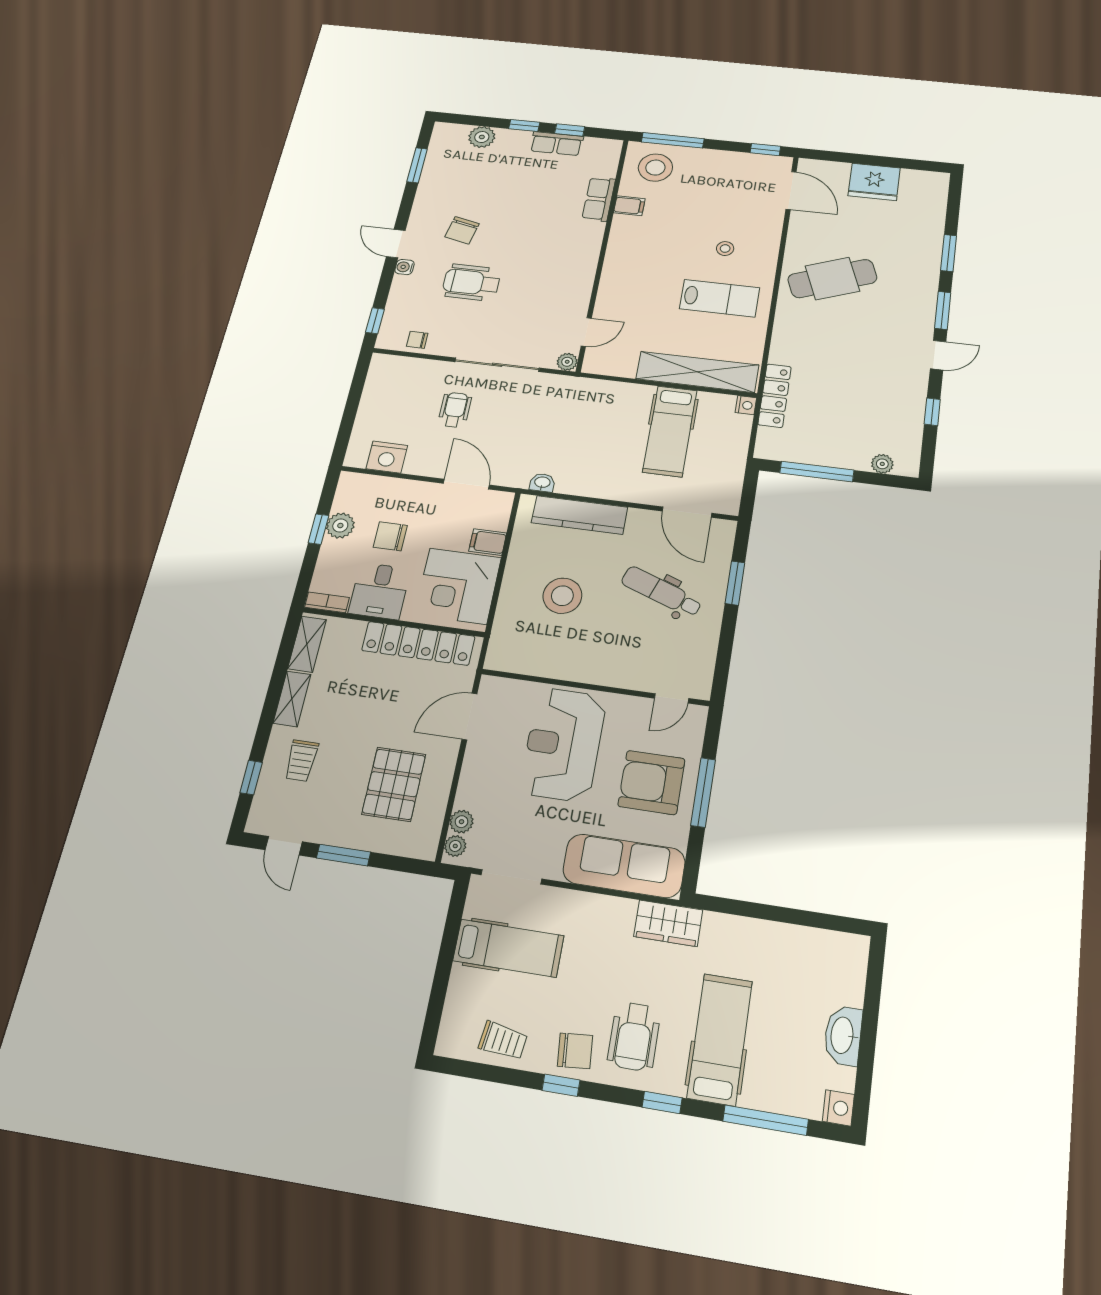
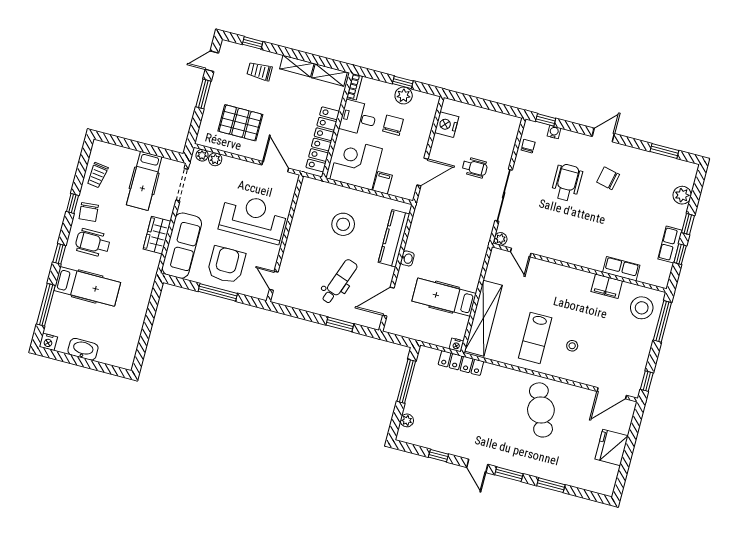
filing cabinet: (629, 206) -> (607, 286), width x2.00
water cooler: (405, 267) -> (554, 132), moved
washbasin: (542, 483) -> (407, 258), moved
wardrobe: (668, 923) -> (157, 235), moved

